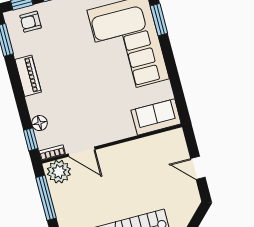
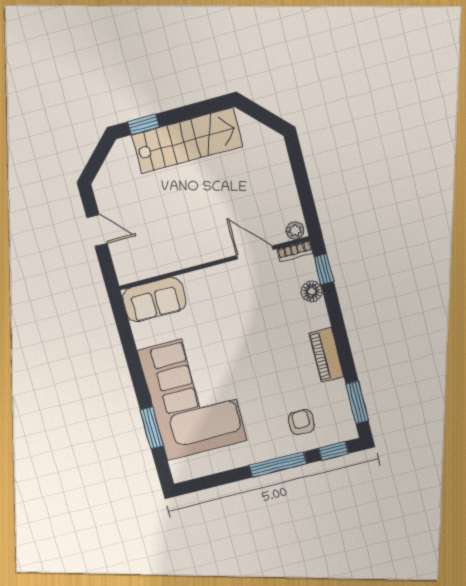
armchair: (31, 22) -> (301, 422), moved, turned -90
plant: (59, 172) -> (295, 231), width x0.53, depth x0.53
window: (46, 198) -> (304, 189), removed

